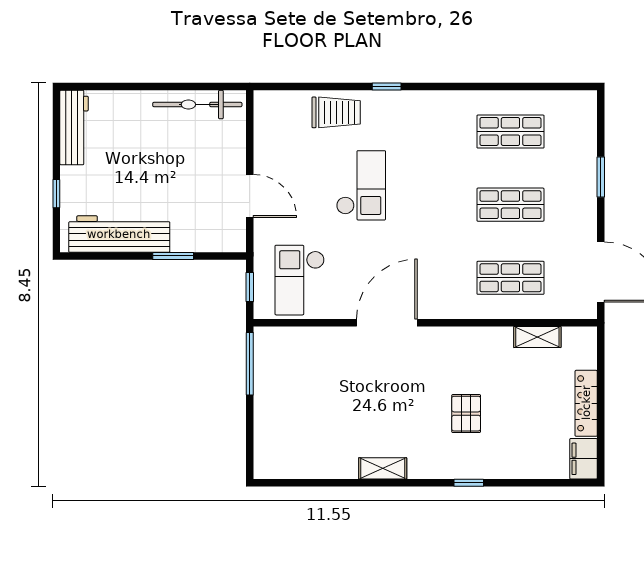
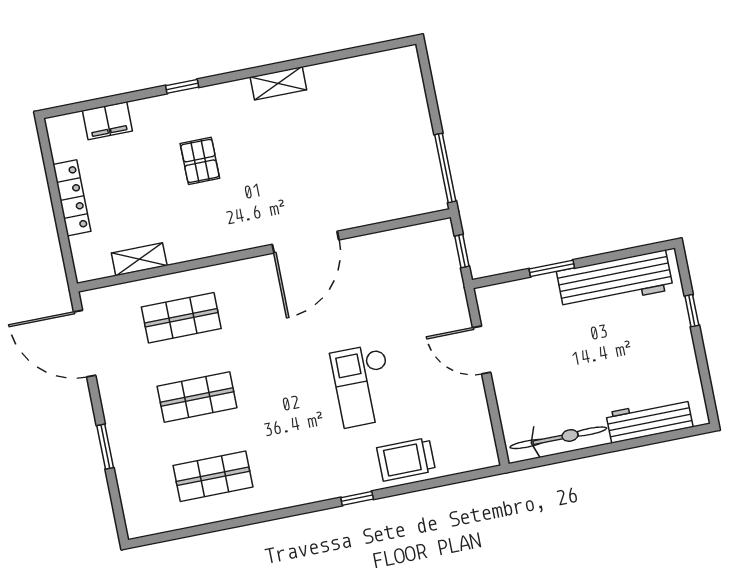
workbench: (74, 128) -> (649, 420), moved, turned 90
checkout: (300, 280) -> (409, 270), removed
filing cabinet: (583, 459) -> (107, 121), moved, turned 90

